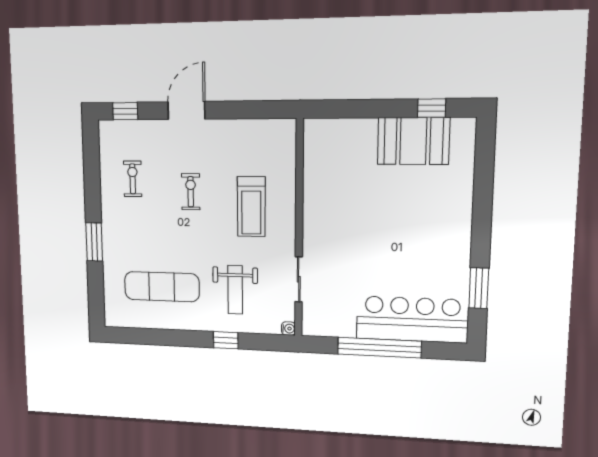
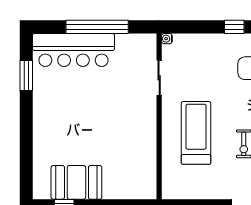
treadmill: (251, 207) -> (196, 133), width x1.37, depth x1.38
weight bench: (235, 290) -> (209, 68), removed
window: (226, 340) -> (234, 27), moved

